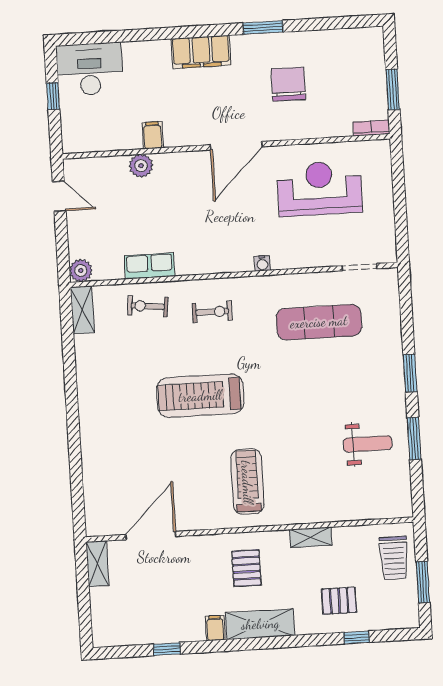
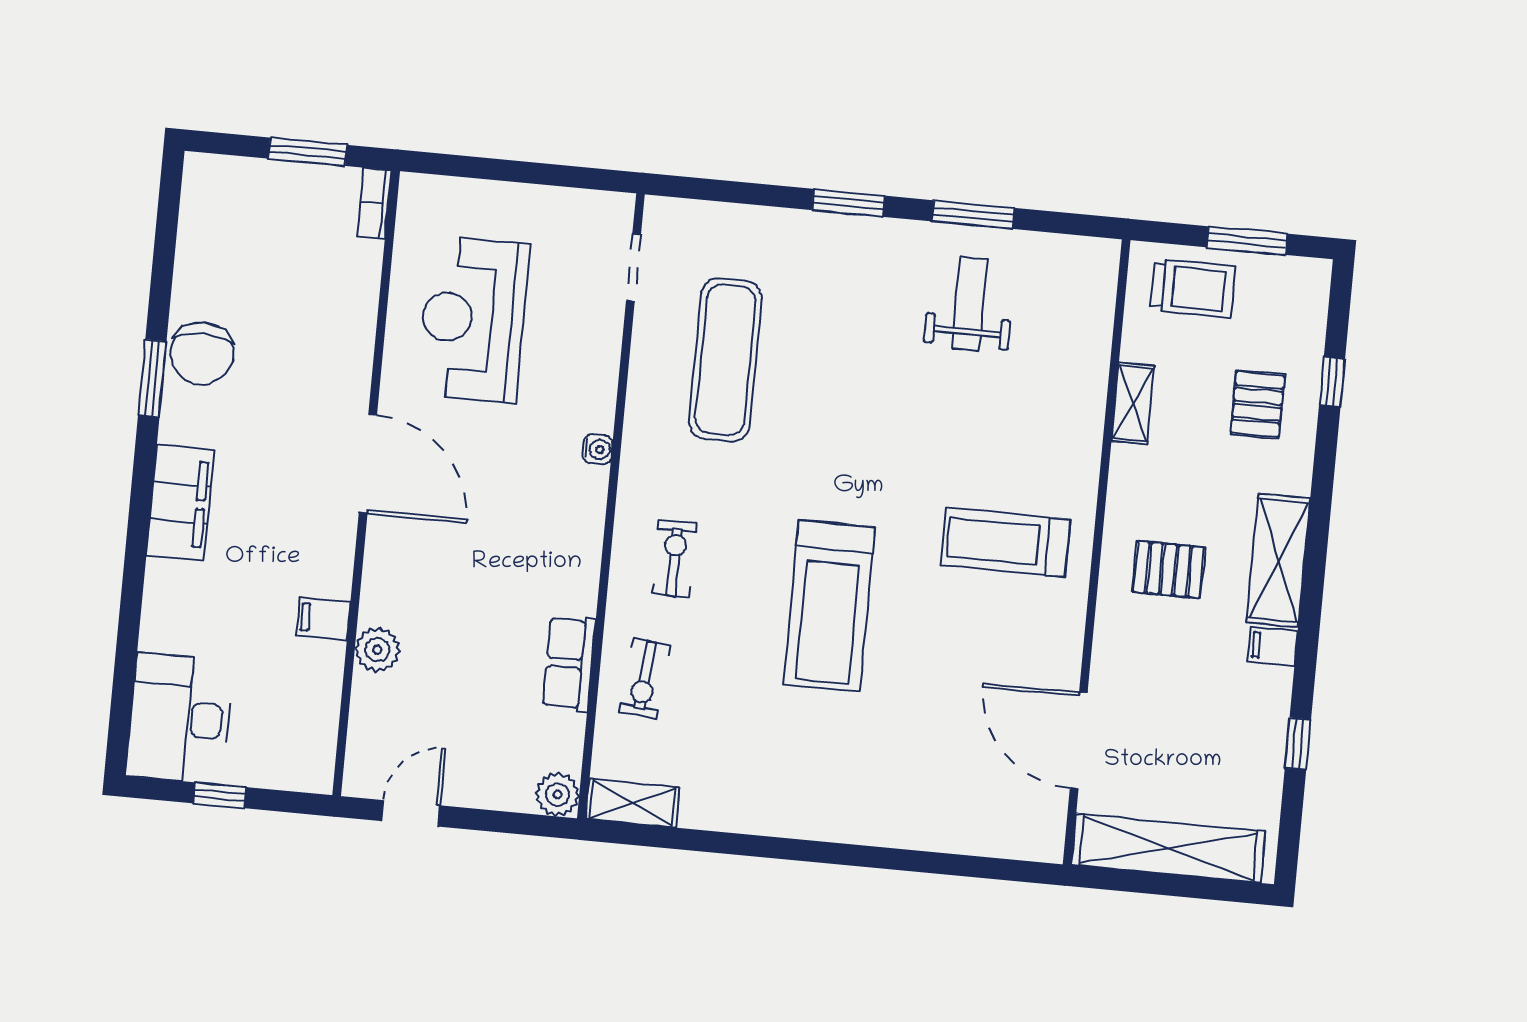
chair: (288, 84) -> (202, 353), moved, turned -90
shelving: (311, 537) -> (1133, 403), moved
shelving: (97, 564) -> (1168, 848), width x2.20, depth x1.33

